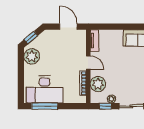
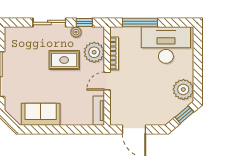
door: (88, 63) -> (107, 81), hinge flipped
rug: (120, 78) -> (64, 60), added
window: (45, 106) -> (140, 22), moved

